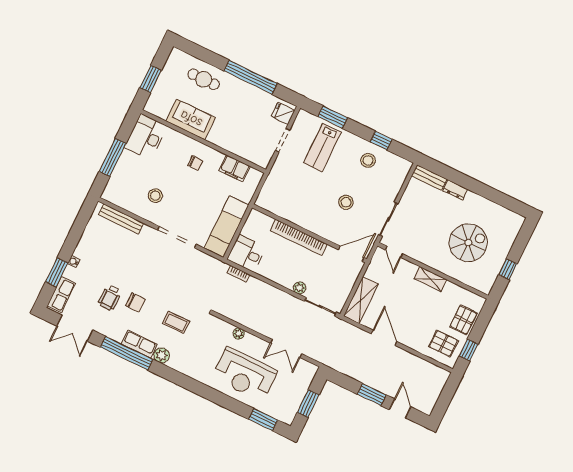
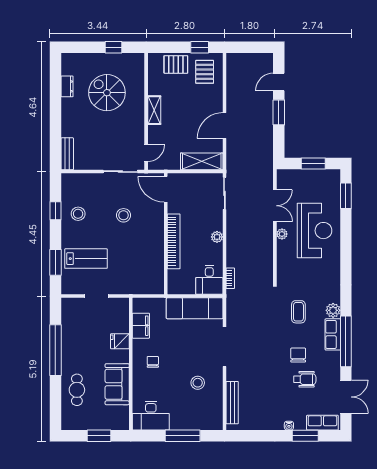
fridge: (283, 113) -> (120, 341), moved, turned 90
dresser: (455, 190) -> (67, 86), moved
plant: (299, 288) -> (217, 237), moved
plant: (239, 334) -> (282, 234), moved

